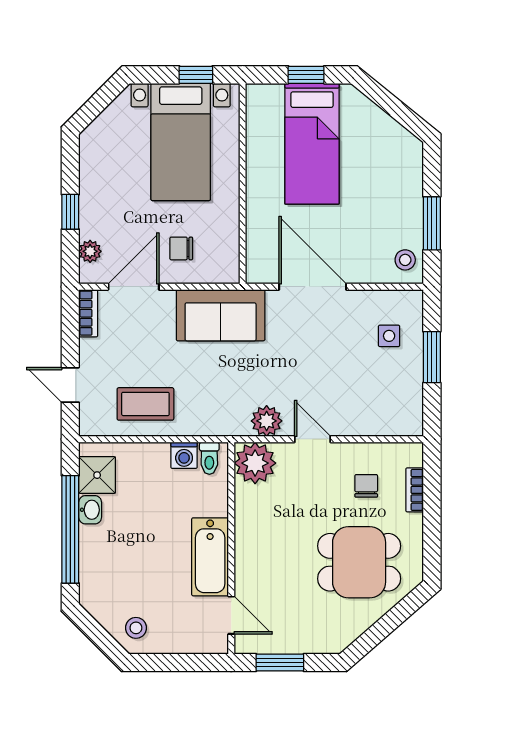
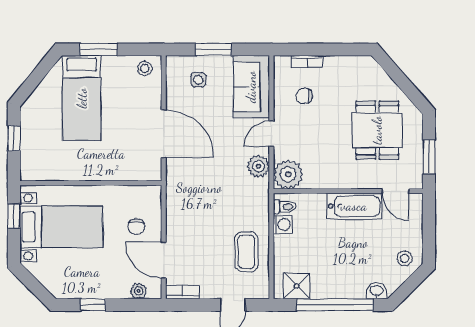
bed: (312, 144) -> (82, 98), moved, turned 90
window: (70, 212) -> (93, 305), moved
window: (432, 223) -> (99, 50), moved
door: (313, 287) -> (164, 134), swing flipped
sofa: (221, 315) -> (251, 87), moved, turned 180
washbasin: (90, 510) -> (376, 291), moved
dining table: (359, 562) -> (377, 130), moved
door: (231, 615) -> (395, 191), swing flipped

